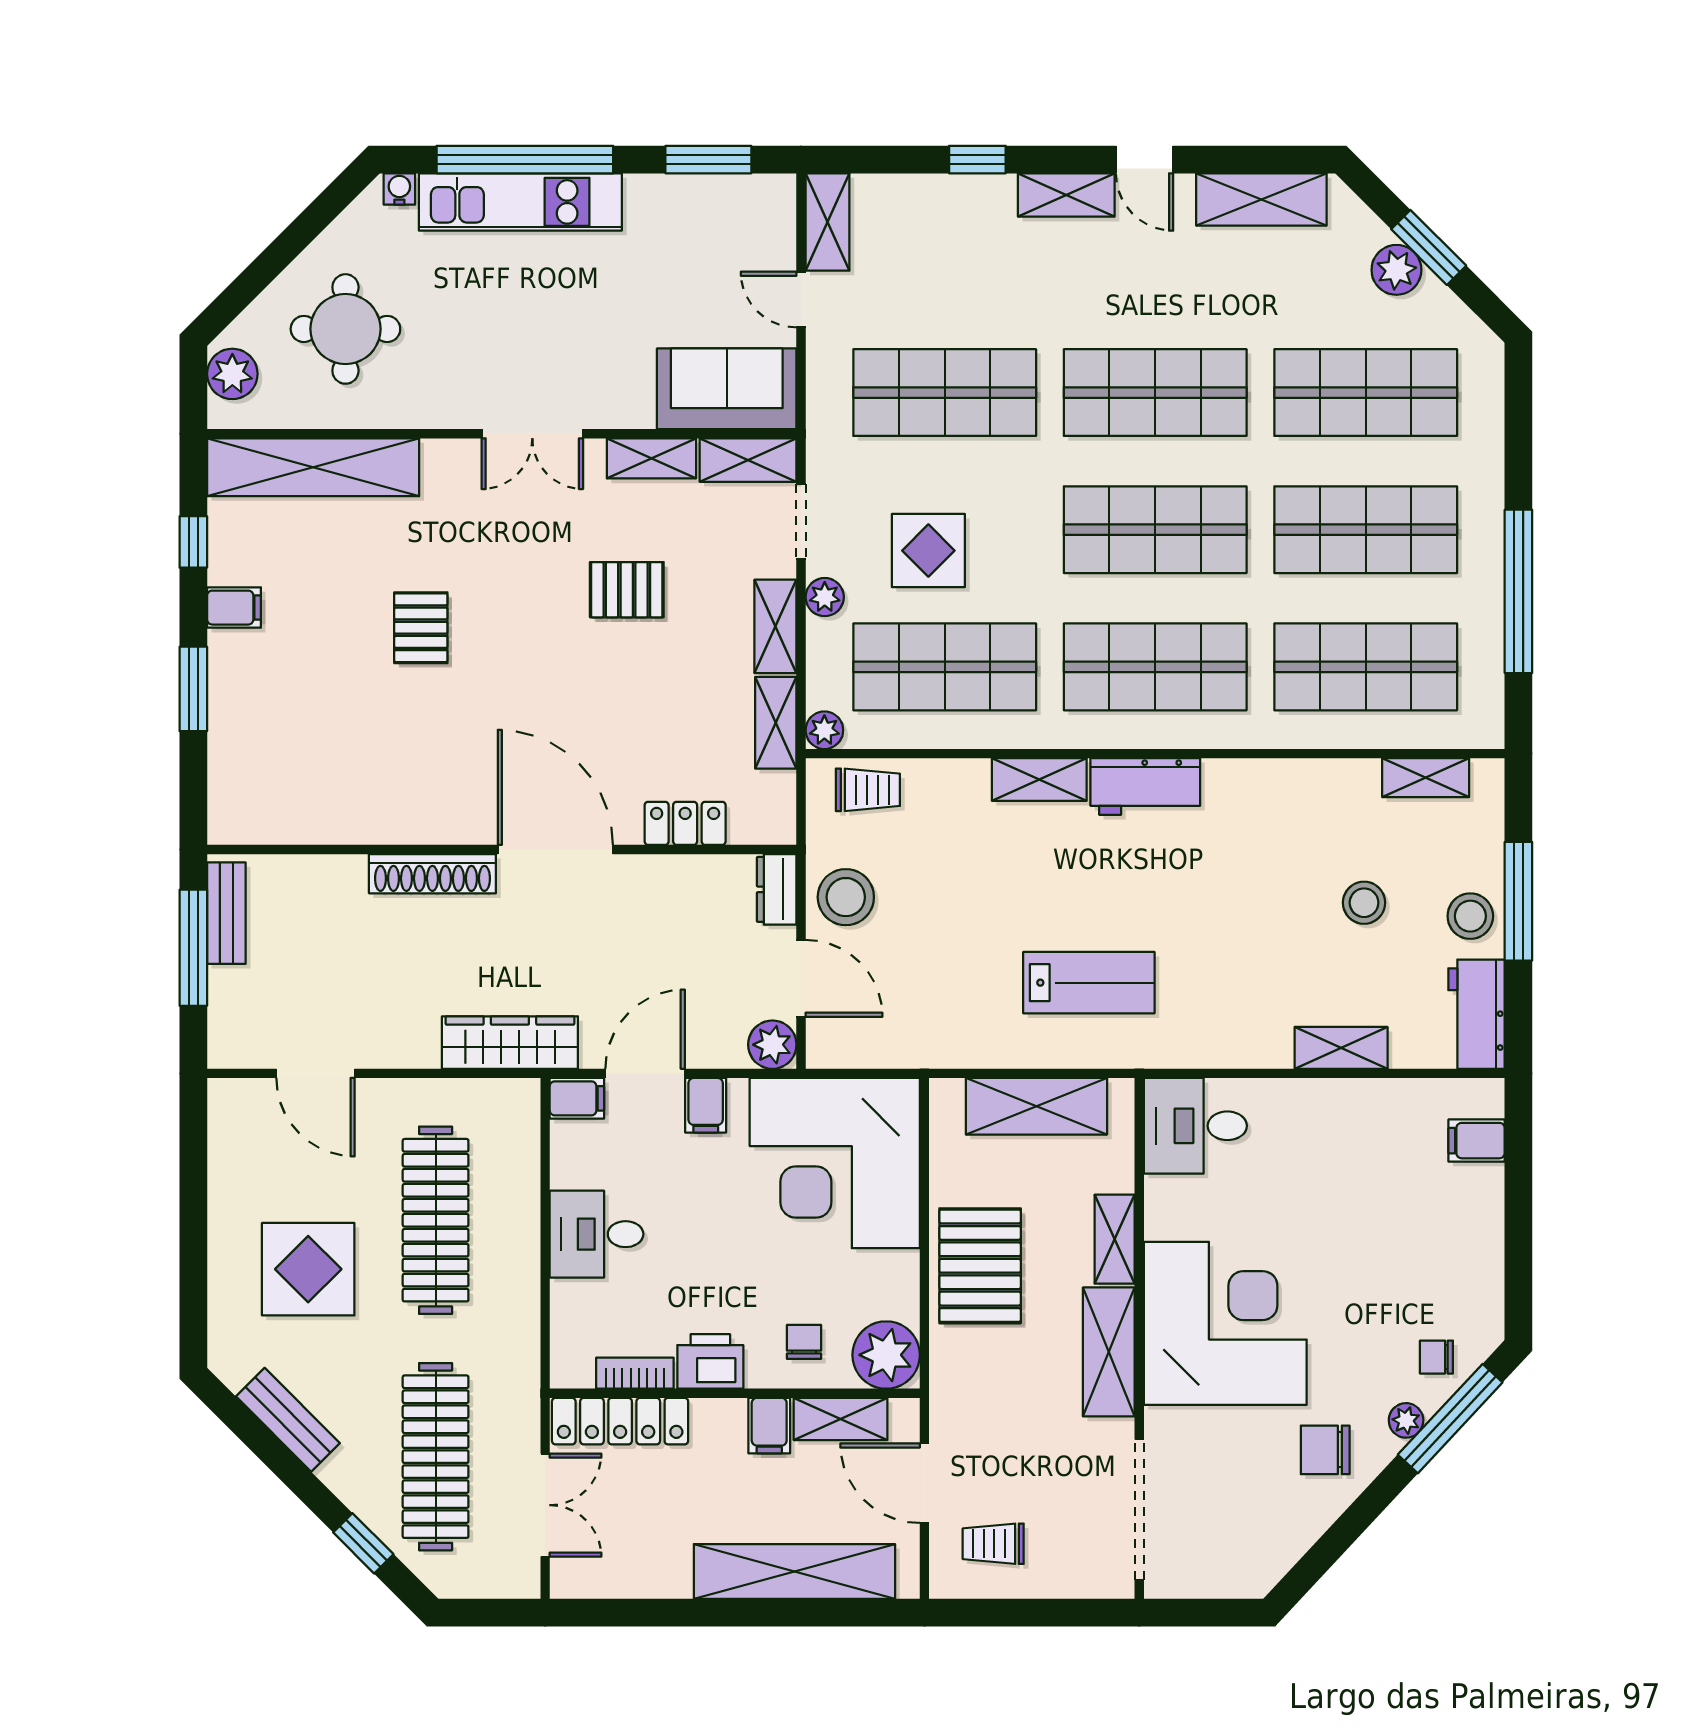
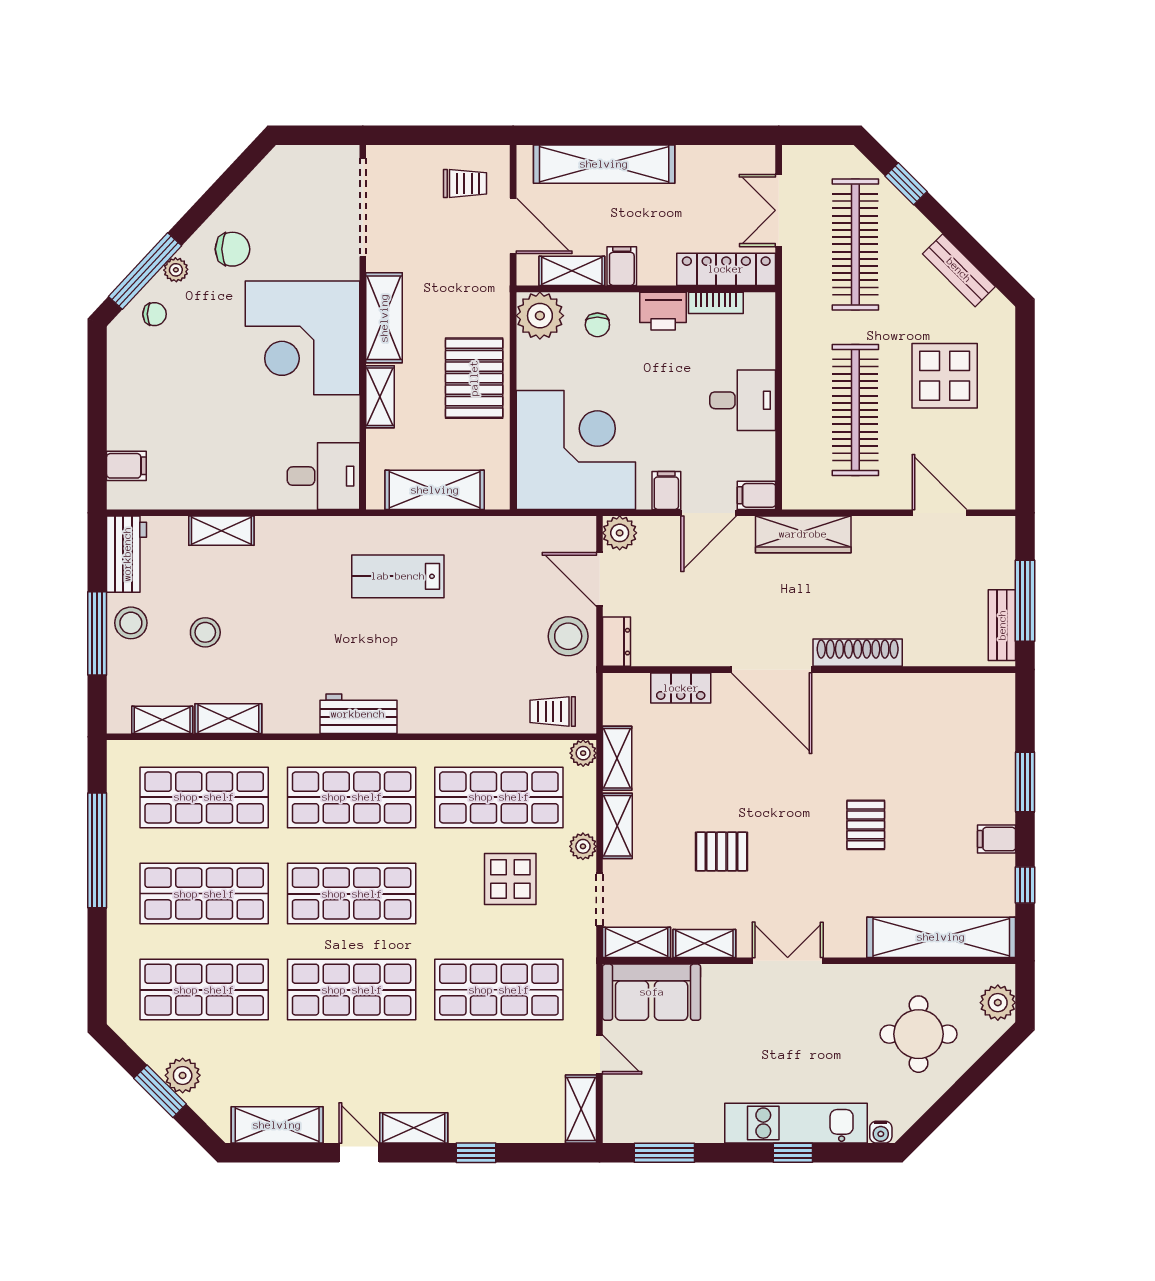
window: (525, 160) -> (793, 1153), width x0.32
shelving: (1039, 779) -> (228, 719), moved

